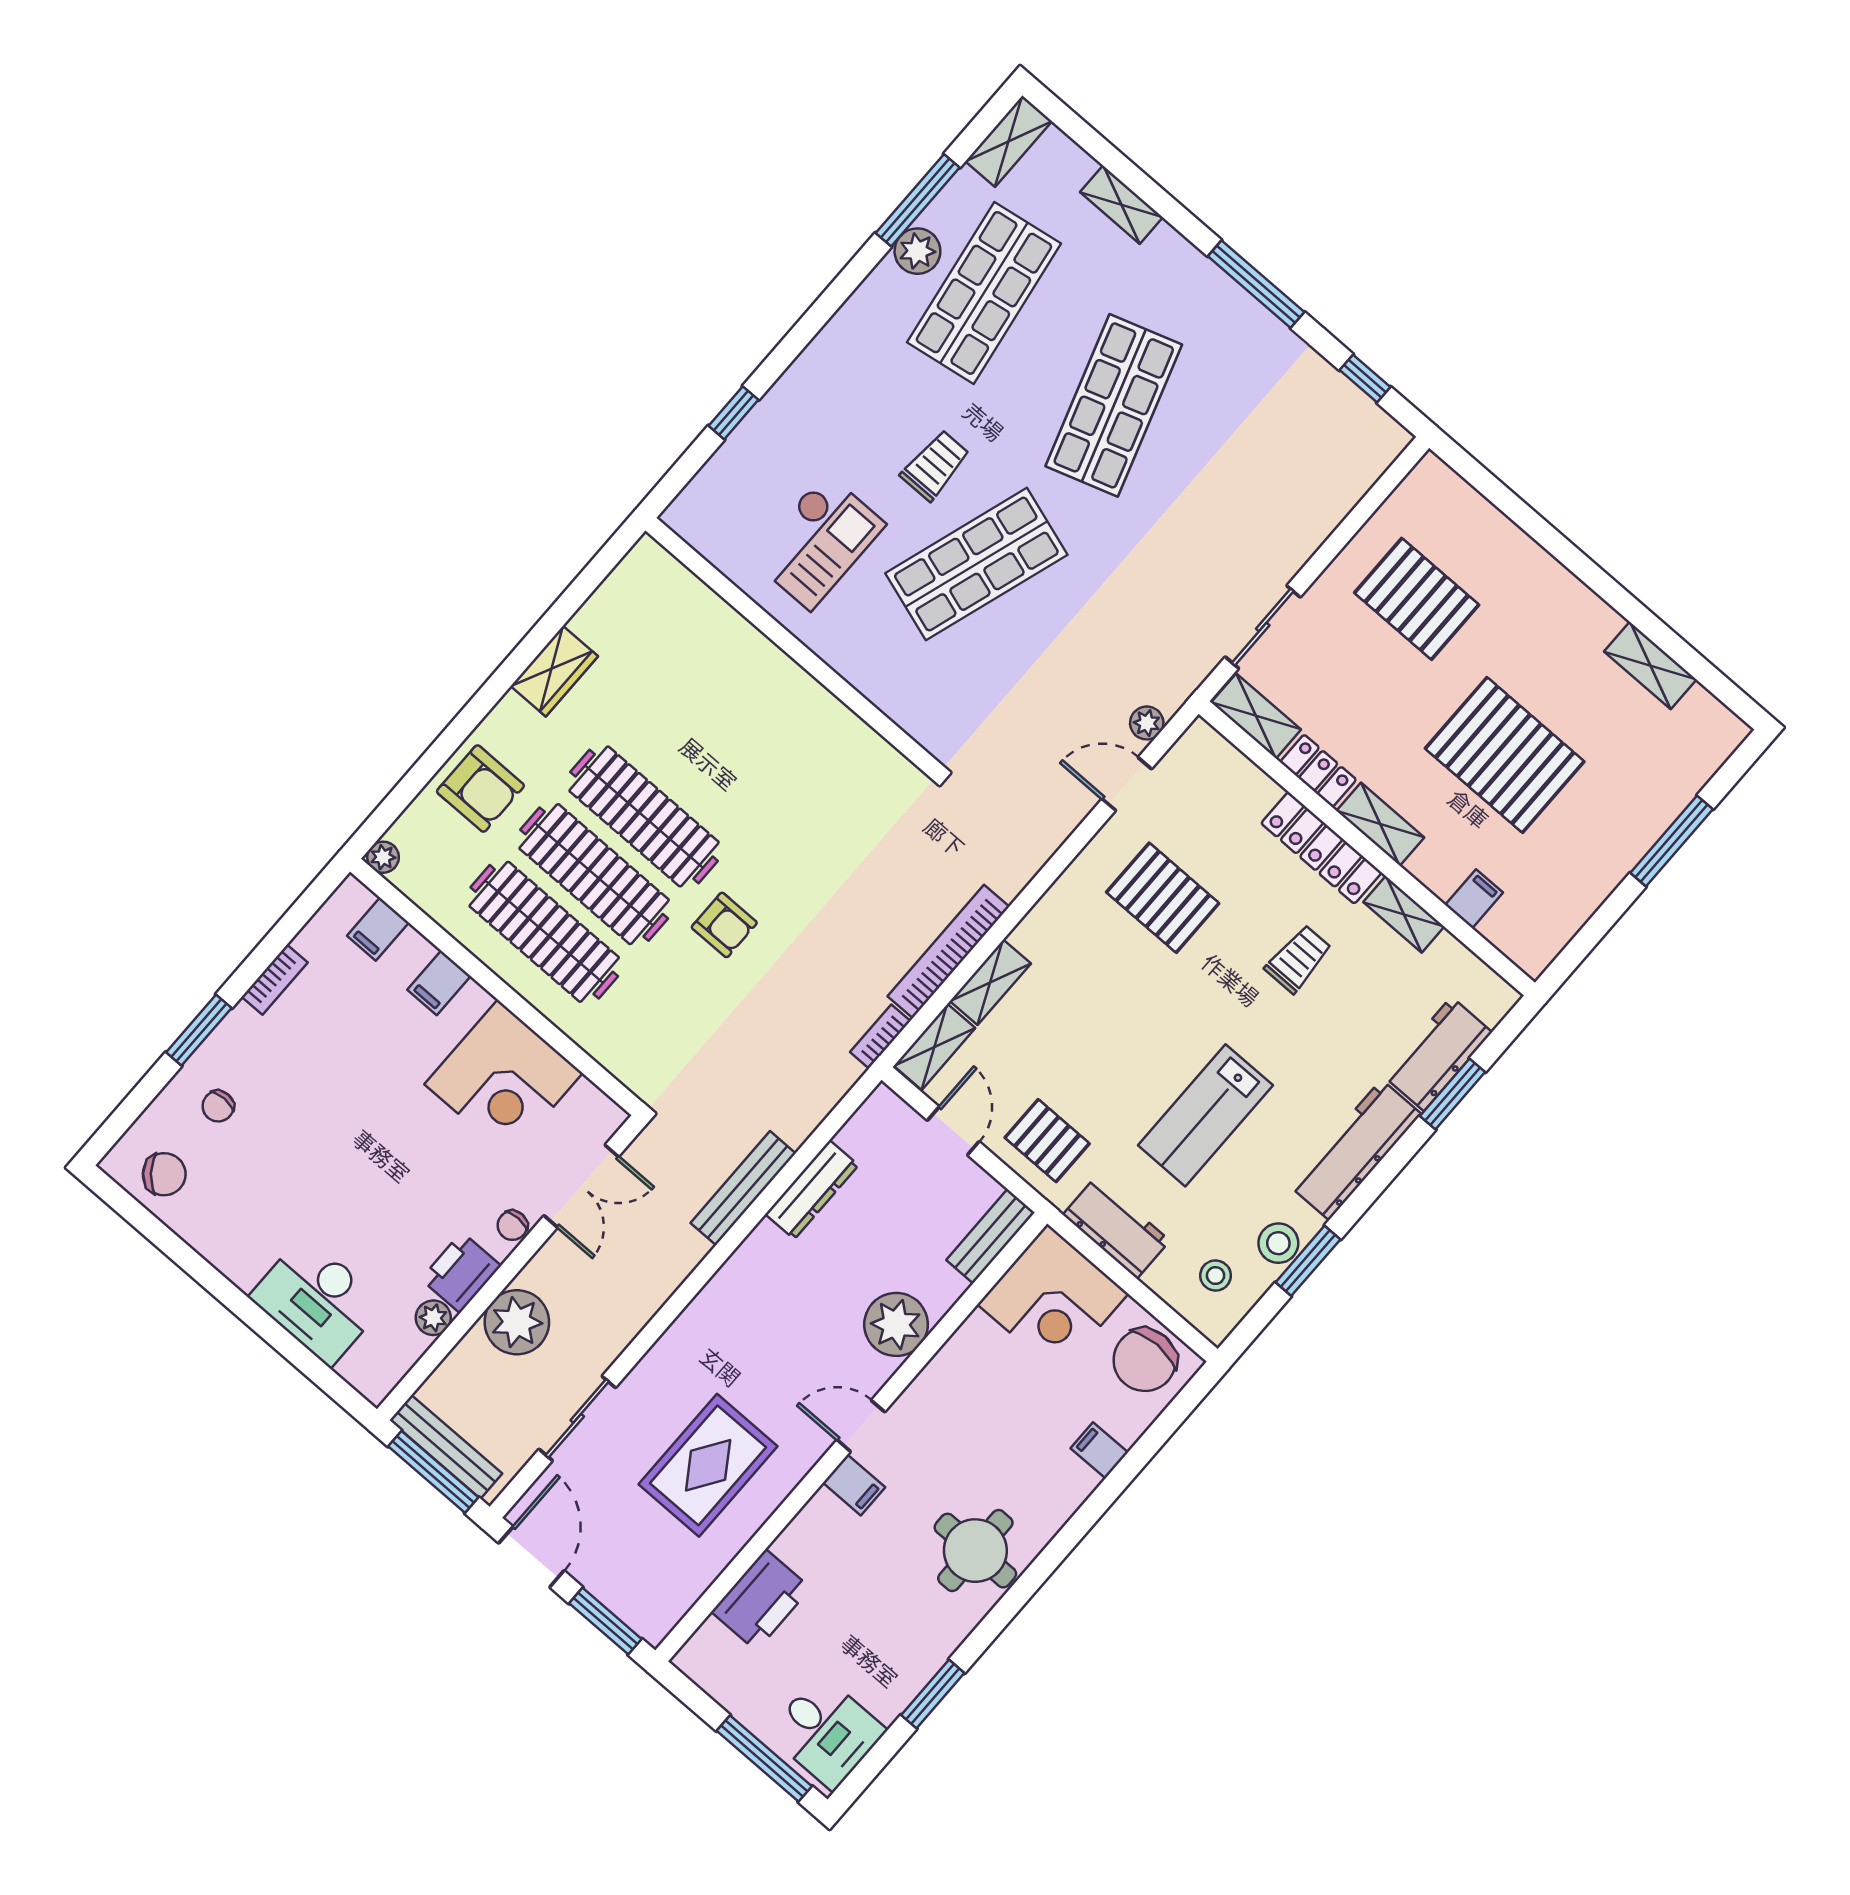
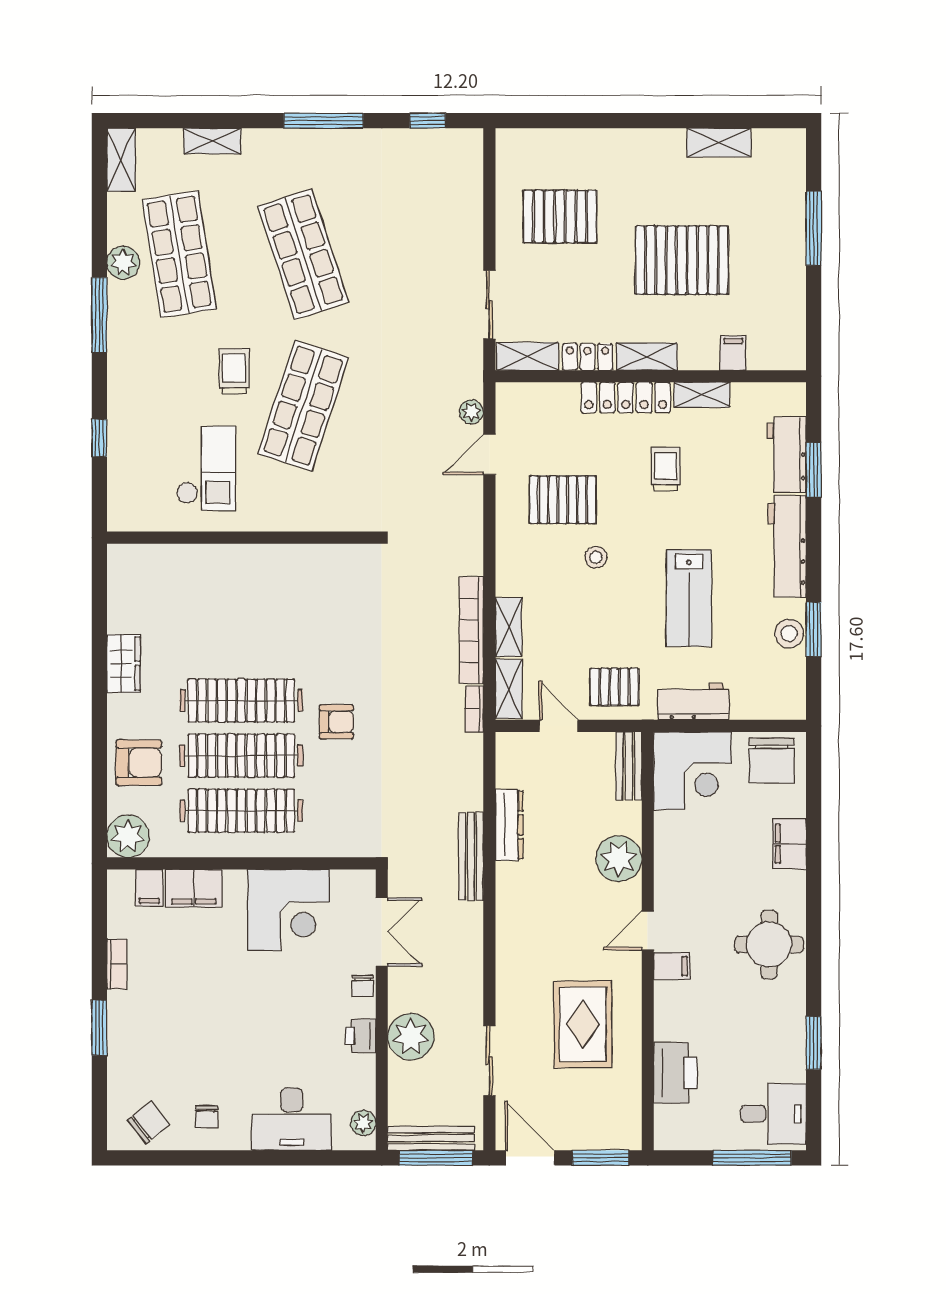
window: (918, 200) -> (99, 315), moved
plant: (383, 857) -> (128, 836), width x1.87, depth x1.87
filing cabinet: (439, 983) -> (194, 888), width x2.00
chair: (218, 1106) -> (207, 1117), moved
printer: (461, 1272) -> (361, 1036), width x0.73, depth x0.81
stool: (1216, 1276) -> (596, 557), moved
plant: (433, 1318) -> (363, 1123), moved
filing cabinet: (1099, 1450) -> (789, 844), width x2.00

